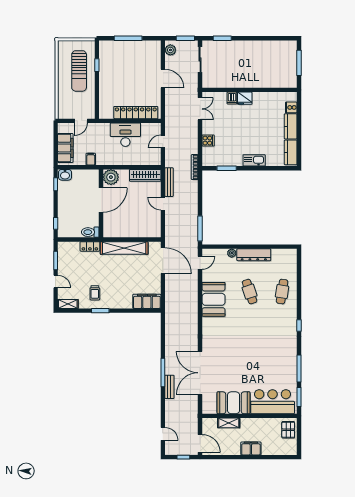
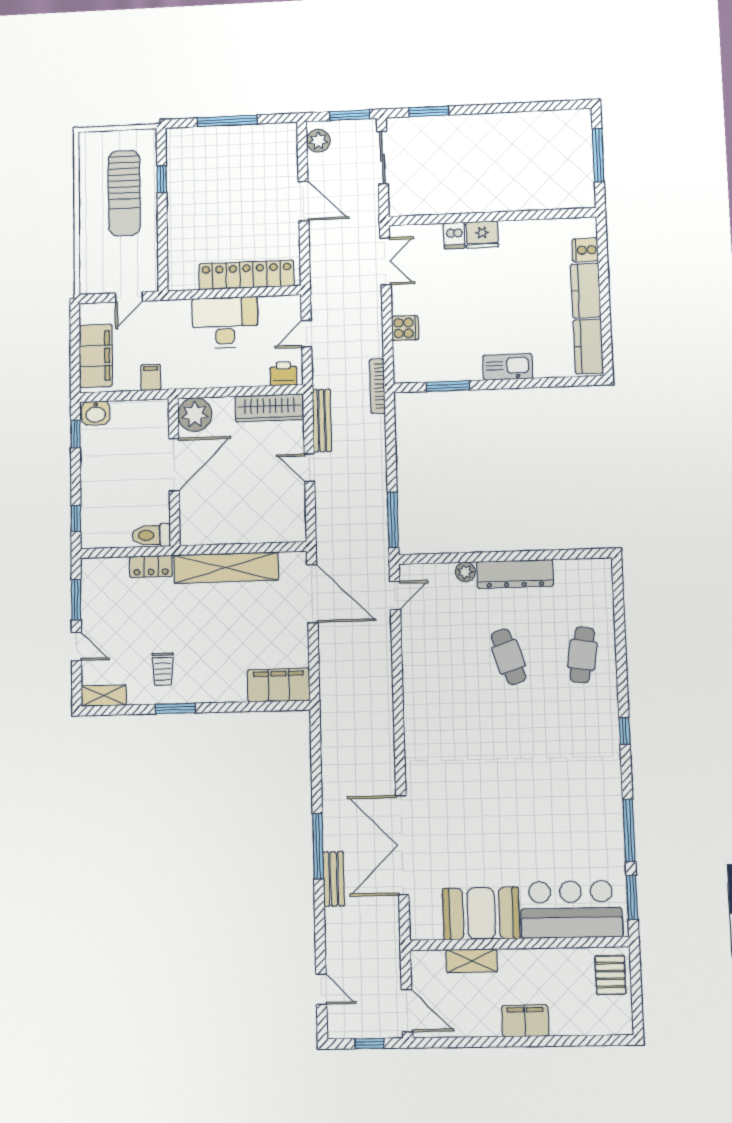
printer: (152, 160) -> (283, 374), added
booth: (214, 299) -> (428, 677), removed

